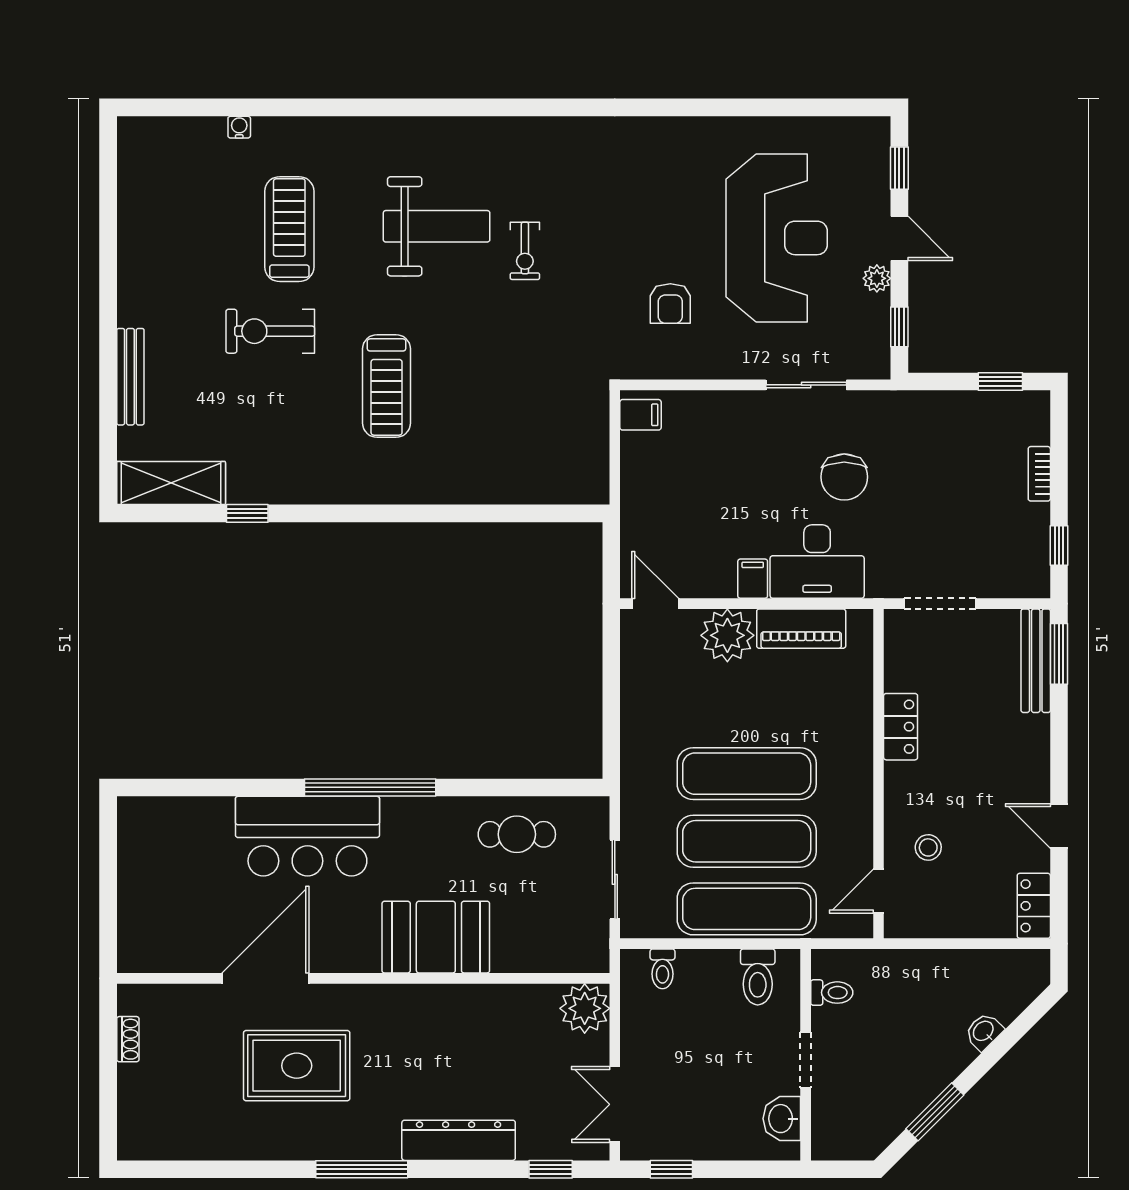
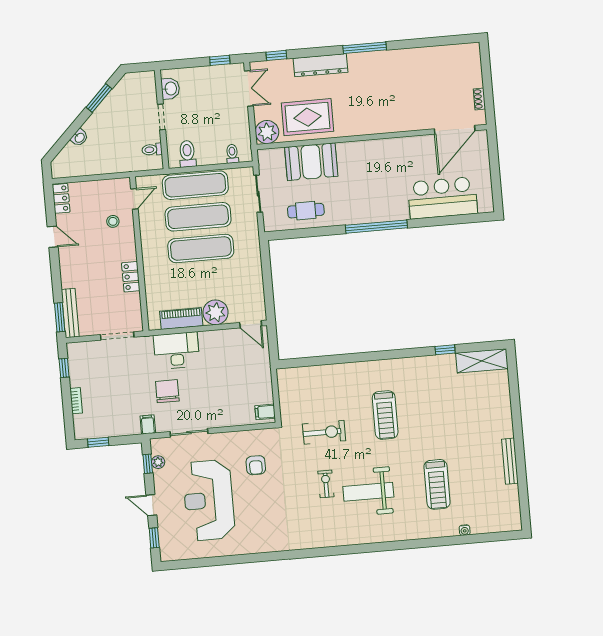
plant: (877, 278) -> (158, 462), moved
armchair: (670, 304) -> (256, 465), turned 180
exercise bike: (270, 331) -> (324, 432), moved
bench: (130, 377) -> (510, 461), moved
treadmill: (387, 386) -> (385, 415), turned 180
filing cabinet: (753, 579) -> (148, 425), moved, turned 180
bar counter: (307, 836) -> (442, 198), moved
booth: (436, 937) -> (311, 162), moved
door: (265, 978) -> (455, 130), moved
rug: (297, 1066) -> (307, 117), moved

